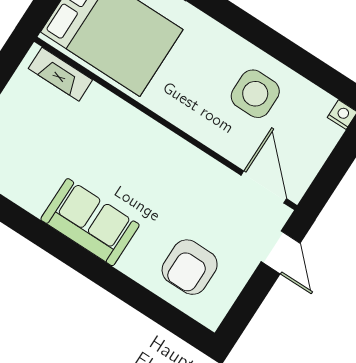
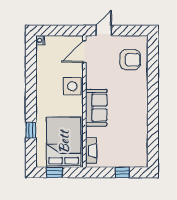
side table: (255, 94) -> (72, 86), moved
sofa: (90, 222) -> (96, 108), moved, turned 180

